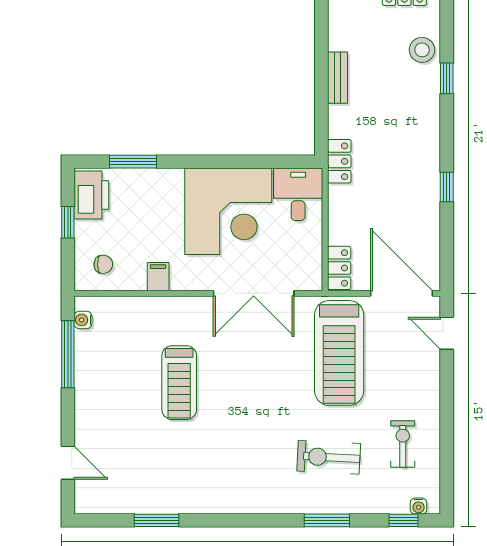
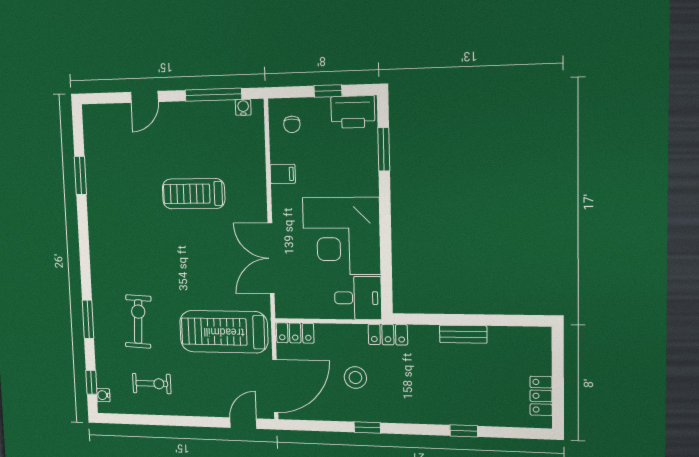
stool: (422, 50) -> (355, 378), moved
door: (68, 463) -> (144, 97), moved

